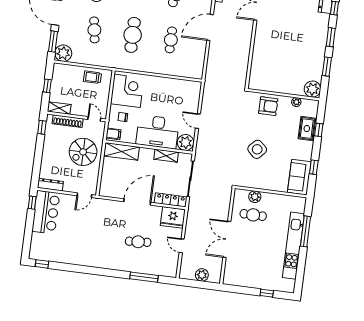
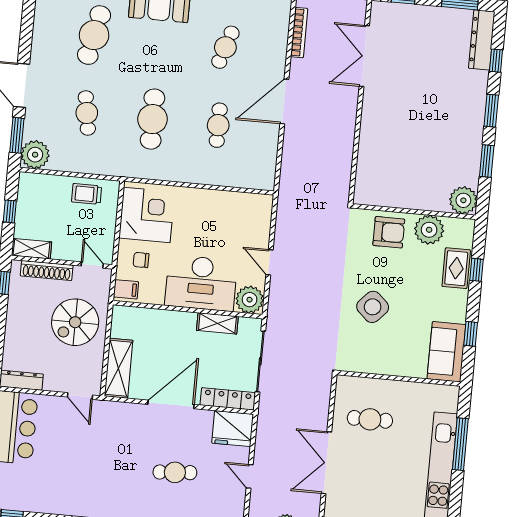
plant: (296, 102) -> (429, 230), width x1.87, depth x1.87
shelving: (121, 151) -> (118, 368), moved, turned 90
door: (84, 195) -> (80, 396), hinge flipped
plant: (255, 197) -> (372, 388), removed

